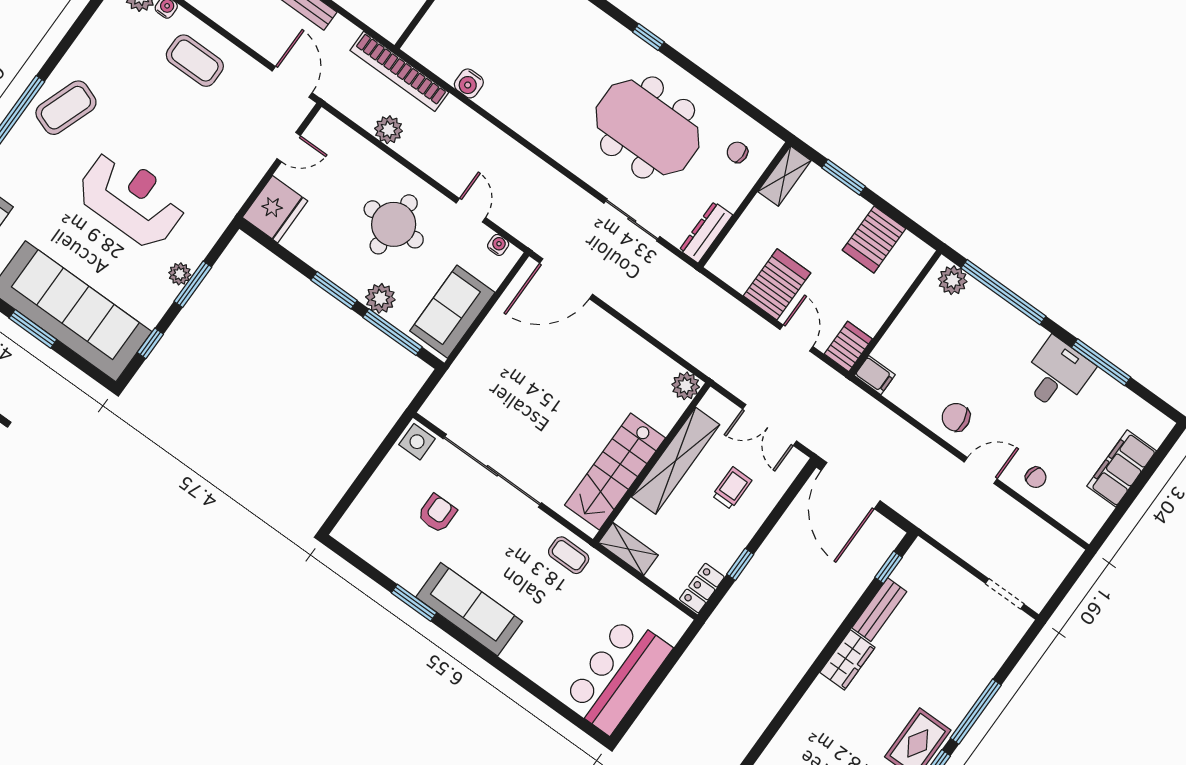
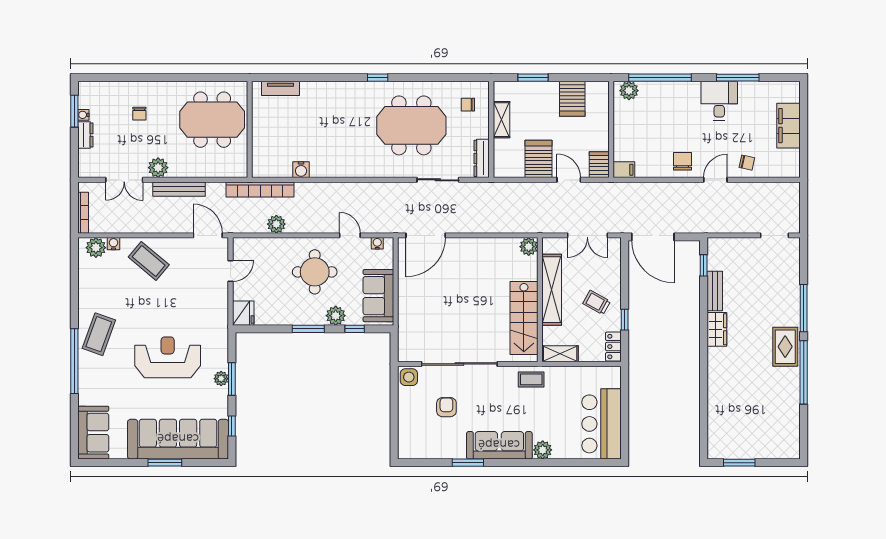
coffee table: (195, 61) -> (149, 261), turned 40
shelving: (784, 176) -> (501, 120), moved
fridge: (275, 209) -> (243, 313), width x0.73, depth x0.75
window: (392, 332) -> (355, 329), width x0.46
chair: (956, 417) -> (682, 161), turned 99
trolley: (732, 488) -> (597, 302), moved, turned -61
plant: (519, 654) -> (543, 450), added

